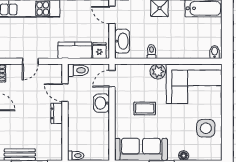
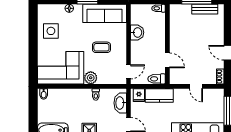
door: (30, 61) -> (196, 86), swing flipped
washbasin: (101, 103) -> (137, 32), moved
dresser: (57, 113) -> (174, 43), removed

